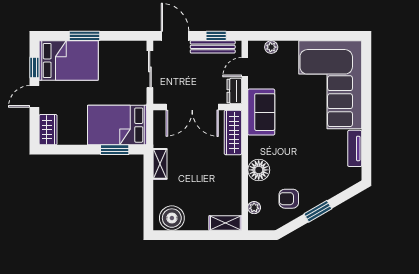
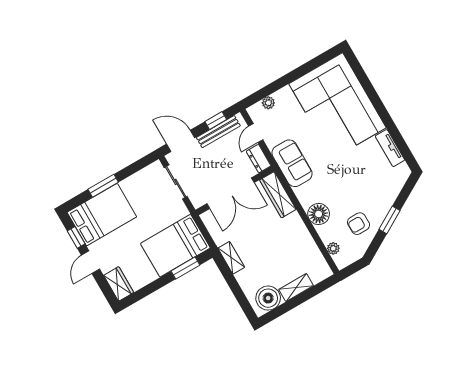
shelving: (225, 223) -> (296, 288), moved

